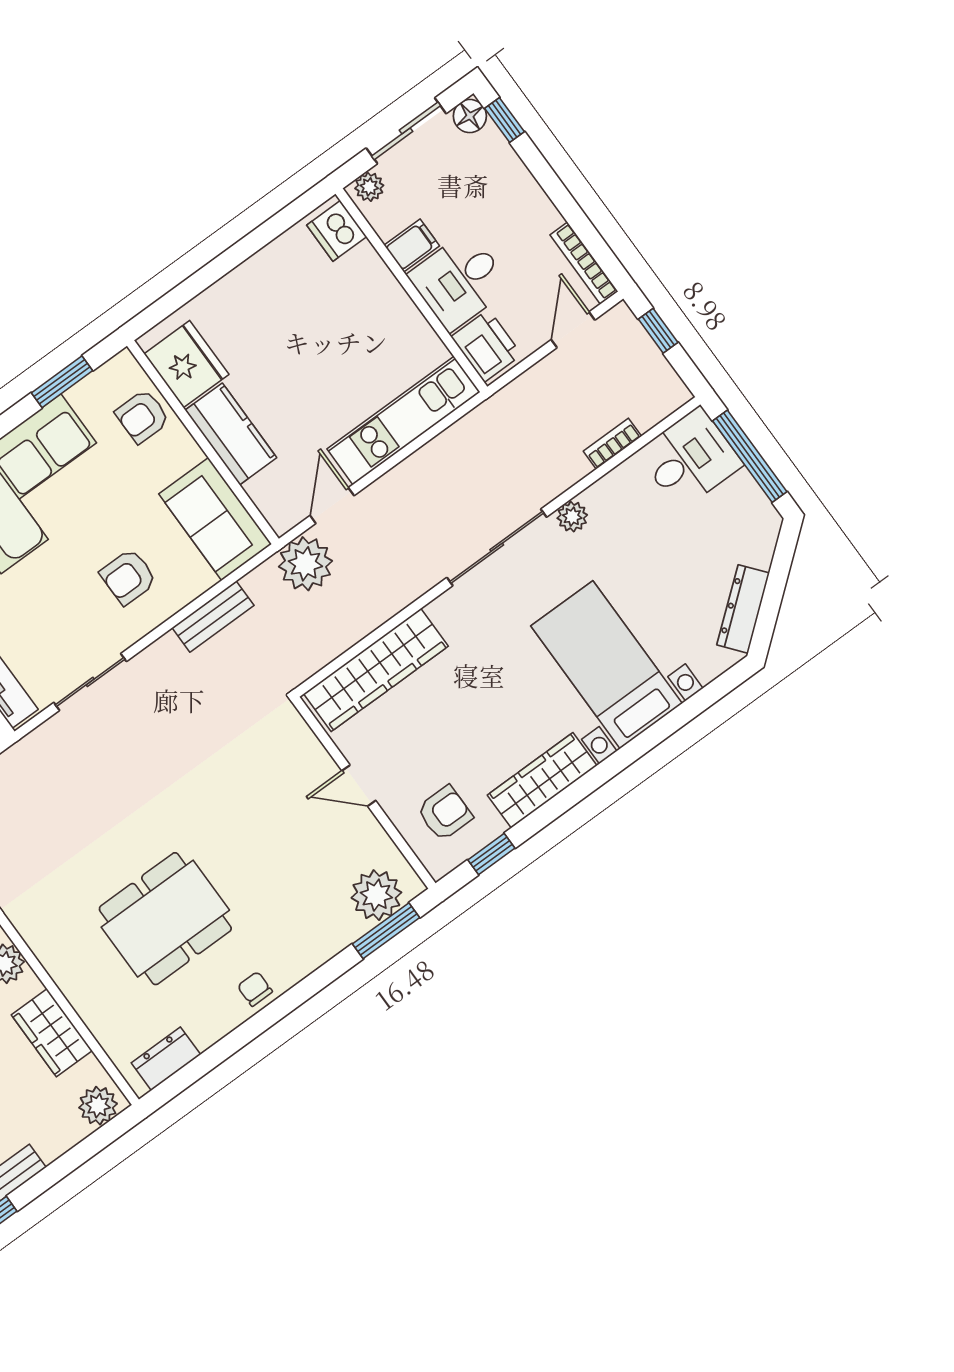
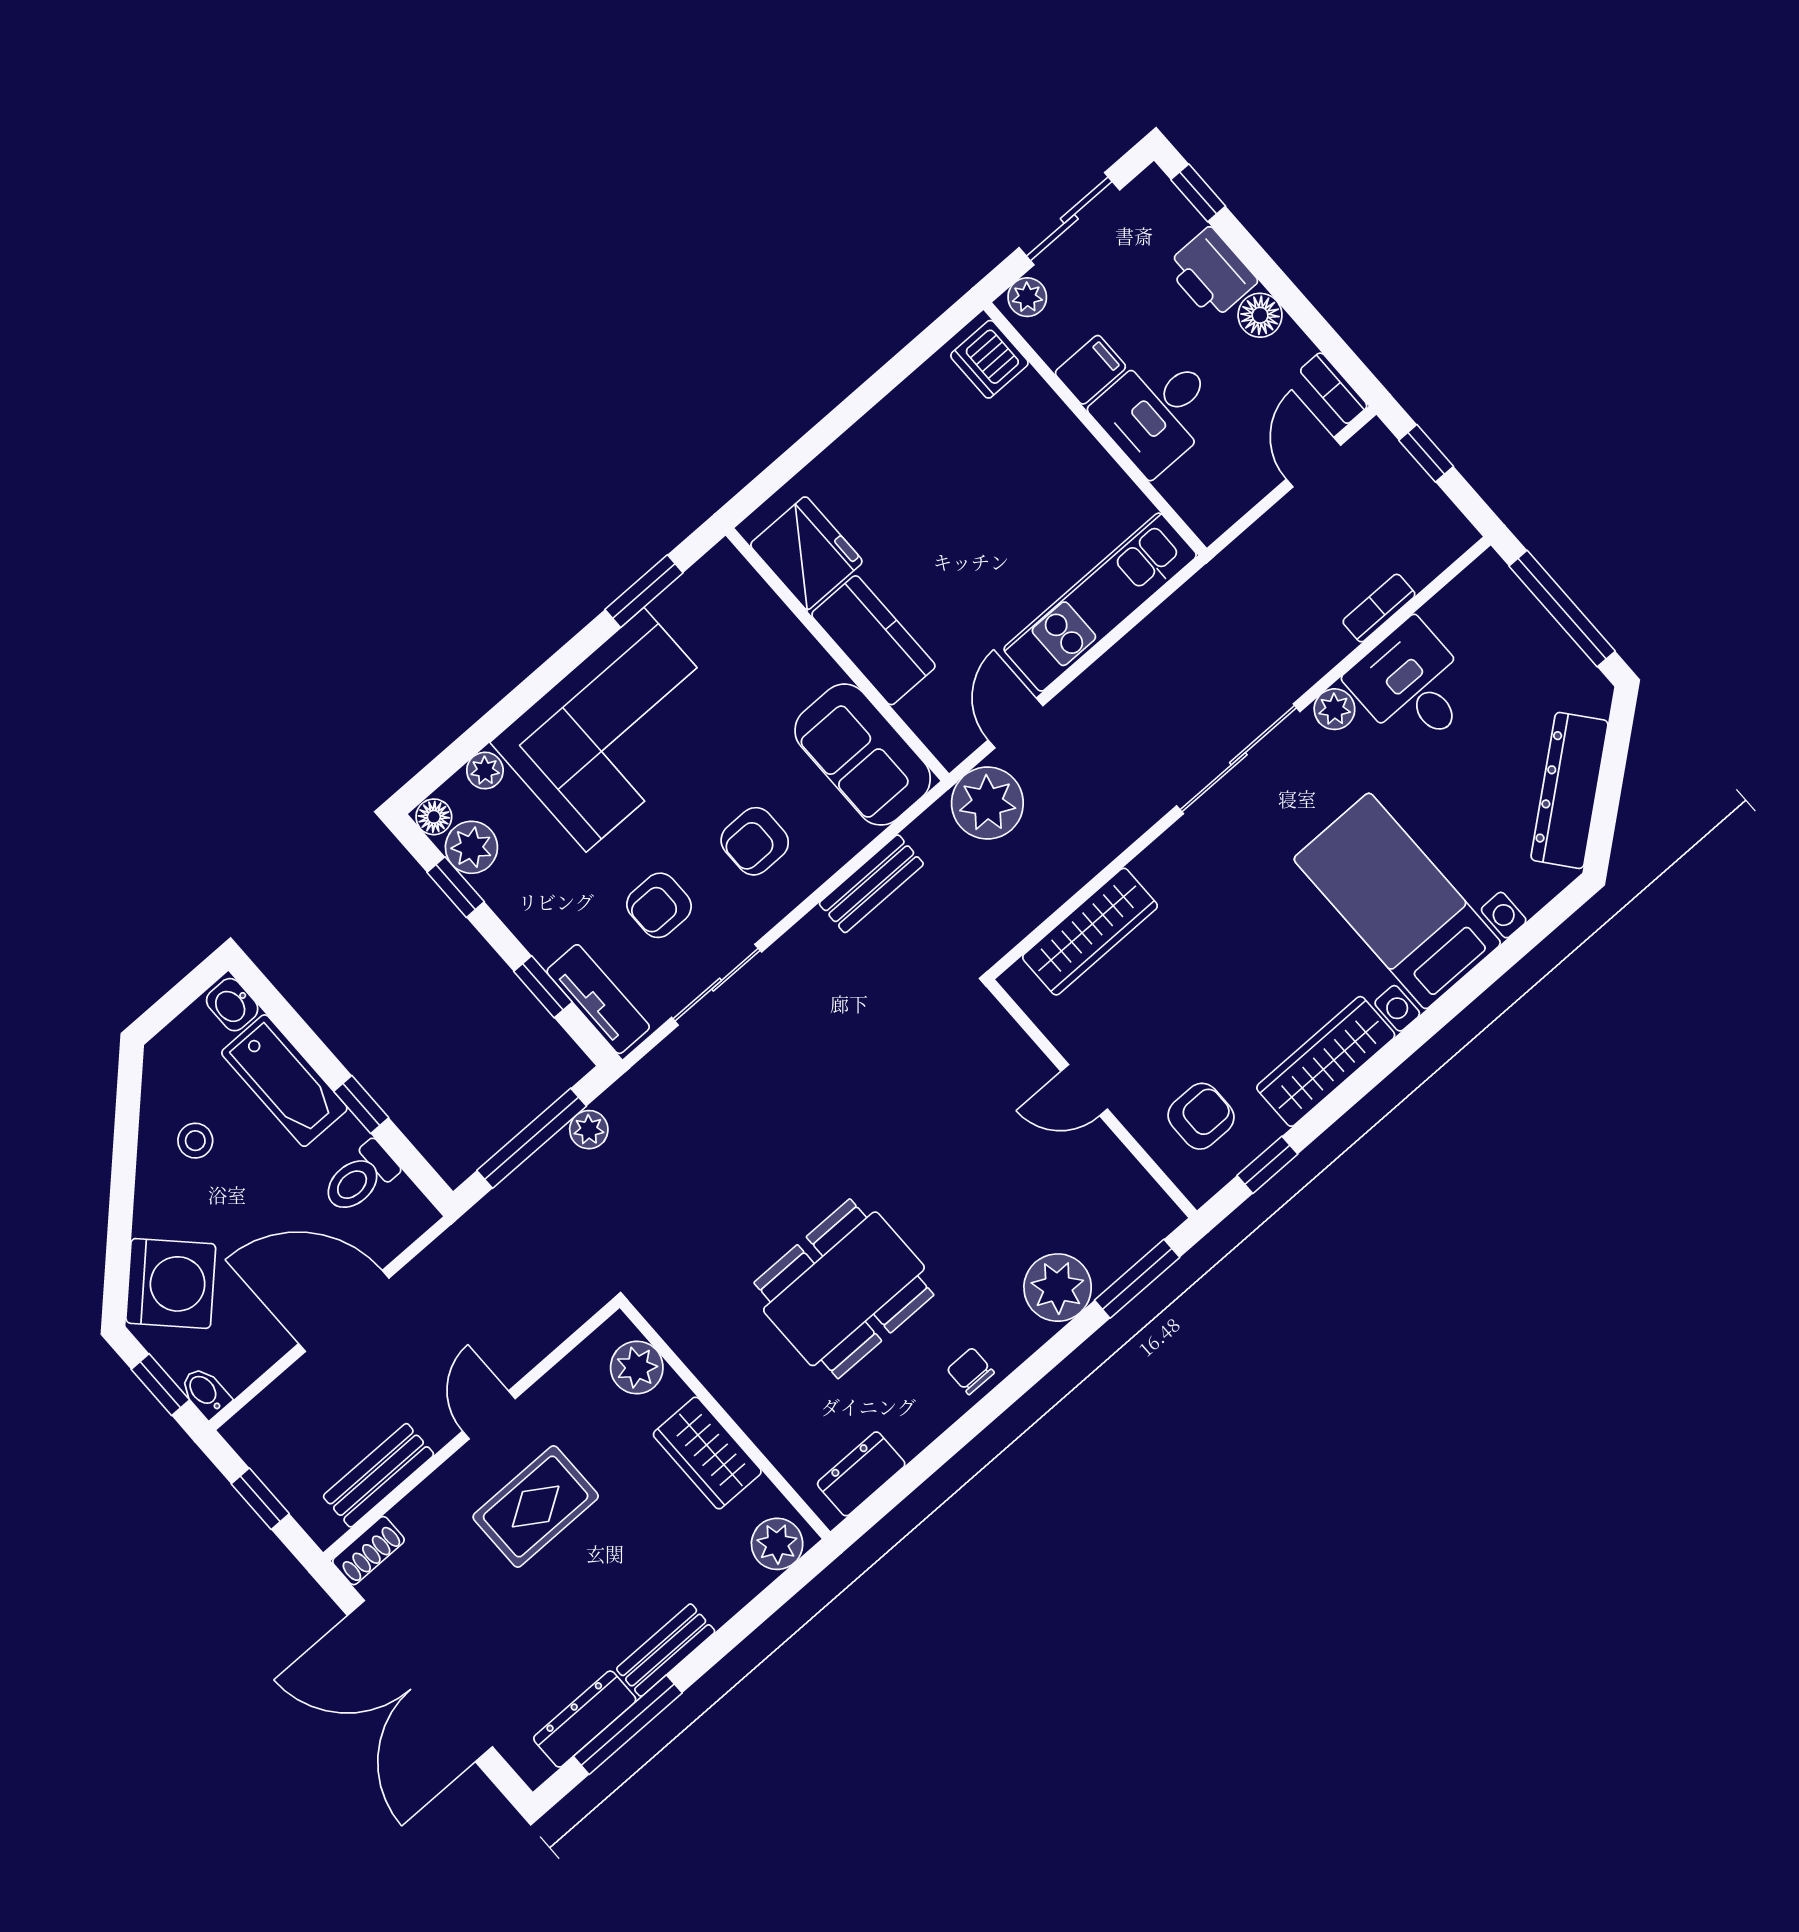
floor lamp: (470, 116) -> (1260, 315), moved
bookcase: (584, 263) -> (1334, 388), width x0.64
printer: (486, 346) -> (1211, 273), moved, turned 180
armchair: (142, 416) -> (659, 905), moved
desk: (690, 458) -> (1412, 686), moved, turned -90
dresser: (743, 609) -> (1569, 790), width x1.37, depth x1.24
wardrobe: (376, 670) -> (1090, 932), width x0.71, depth x0.85
plant: (376, 895) -> (1058, 1288), moved

